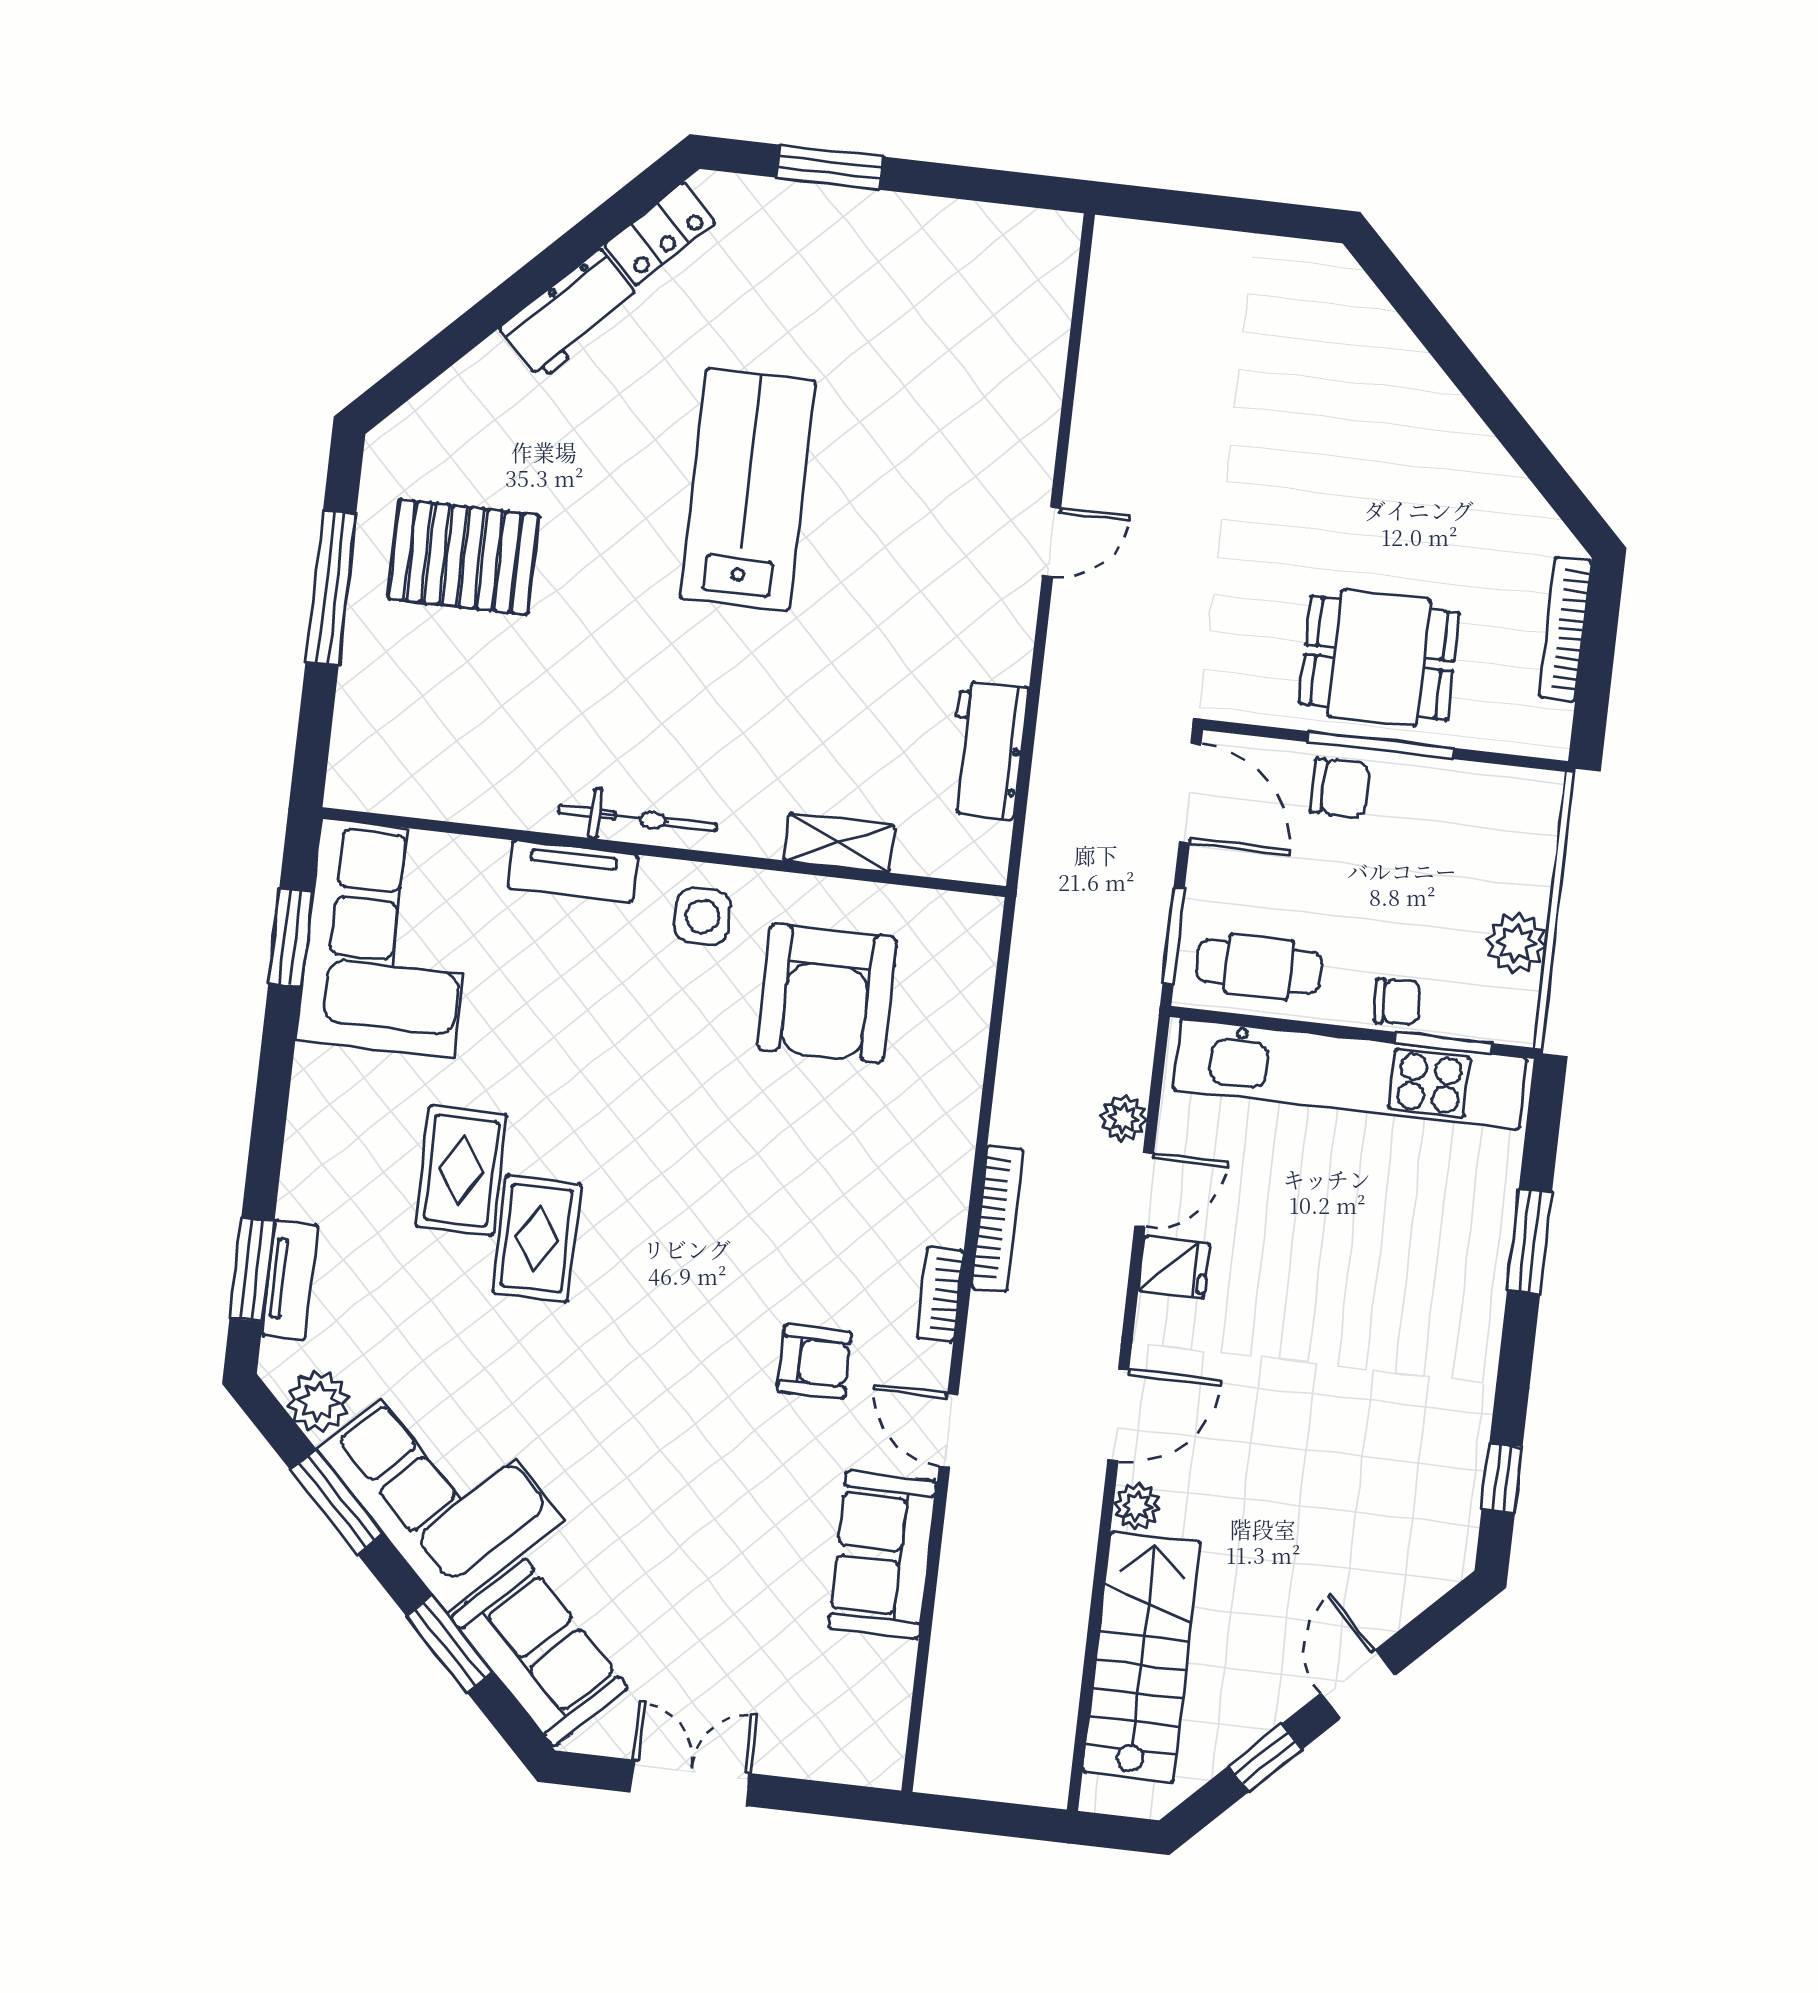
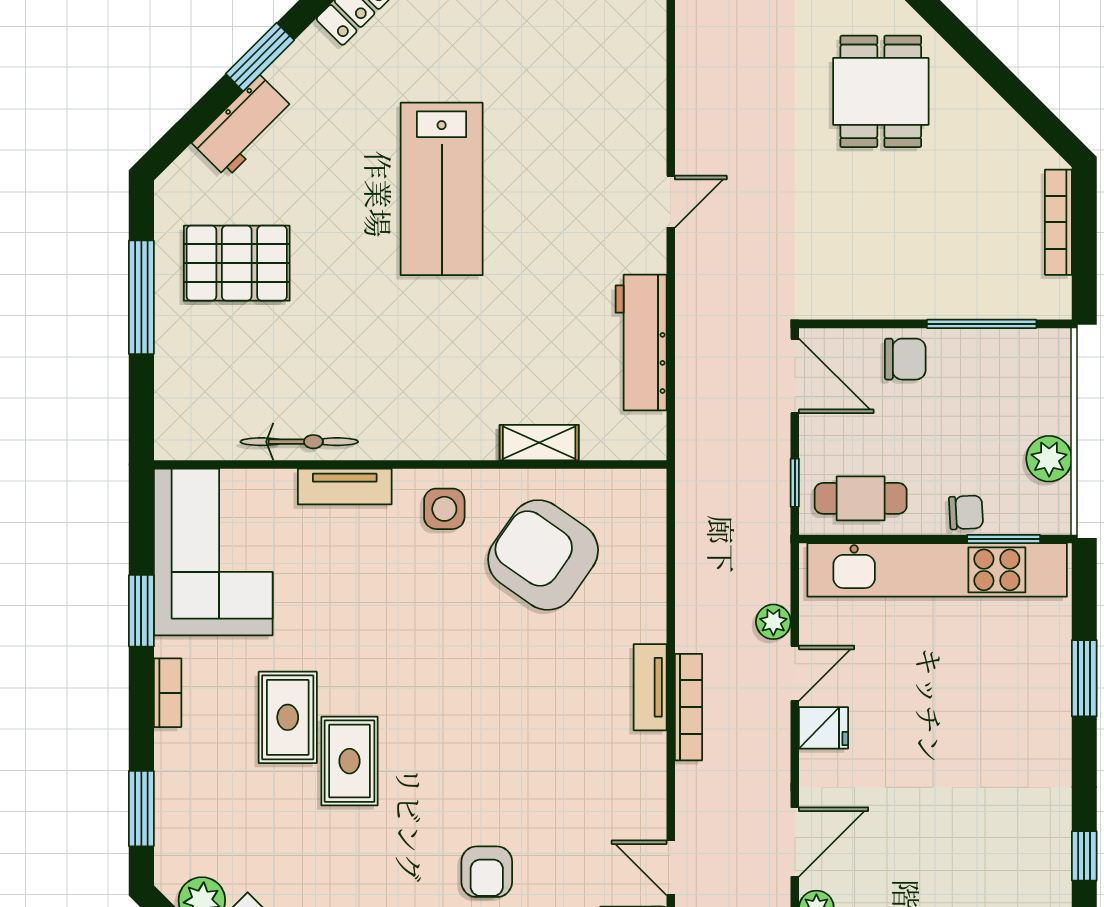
window: (526, 285) -> (260, 57), added
workbench: (570, 314) -> (243, 126), moved
lab bench: (748, 490) -> (442, 189), turned 180
dining table: (1379, 658) -> (881, 91), moved, turned 90
window: (1381, 745) -> (982, 324), moved
workbench: (987, 750) -> (641, 343), width x1.38
bicycle: (637, 818) -> (299, 442), moved
window: (1174, 936) -> (795, 483), width x0.67
window: (290, 937) -> (141, 611), moved
armchair: (827, 993) -> (543, 555), turned 125
tv unit: (290, 1280) -> (650, 687), moved, turned 180
bookcase: (940, 1294) -> (168, 693), moved, turned 180
armchair: (814, 1362) -> (487, 872), moved, turned 90

